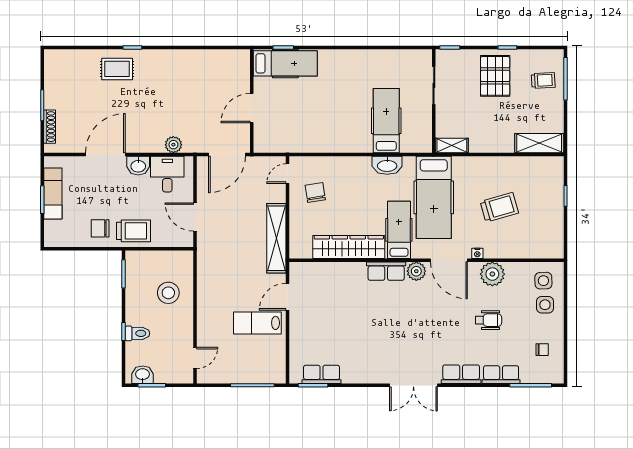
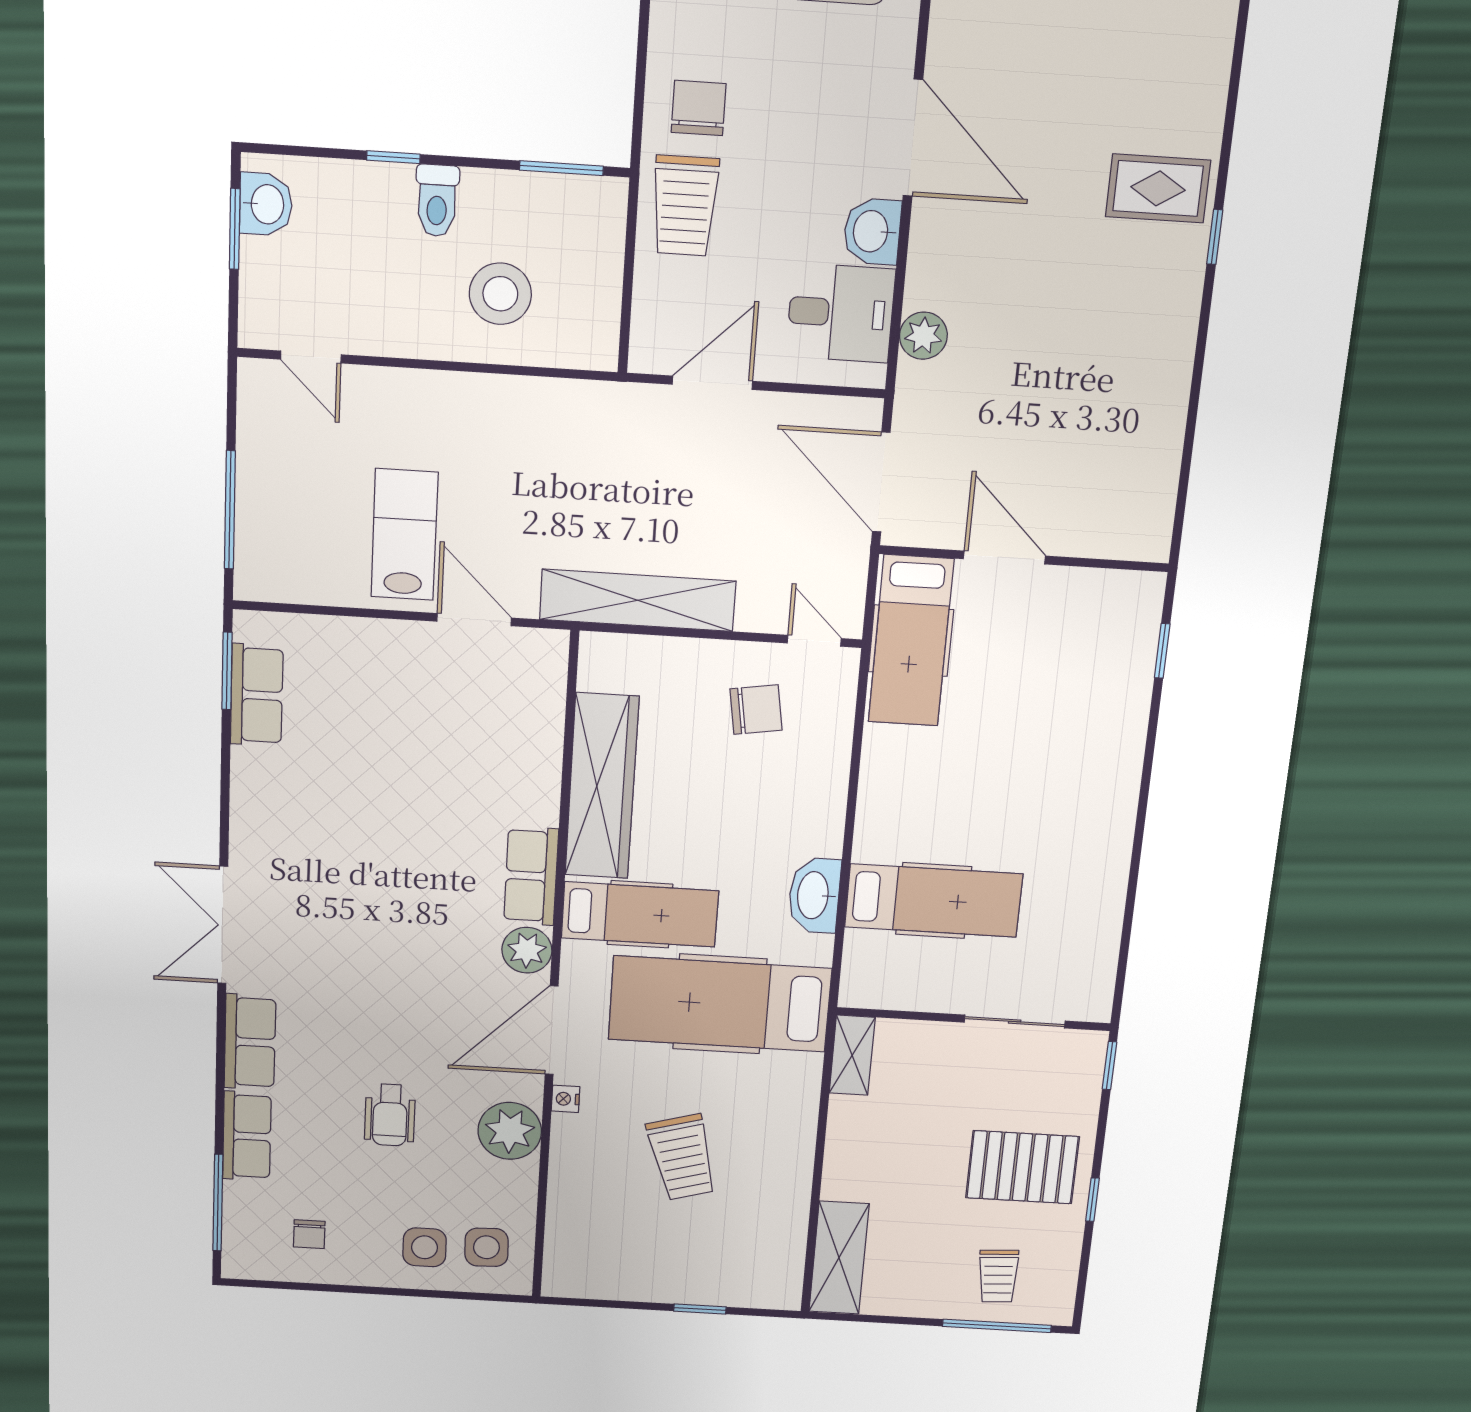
hospital bed: (285, 63) -> (911, 641), moved
rug: (117, 69) -> (1158, 188), turned 90
toilet: (137, 333) -> (437, 201), moved

